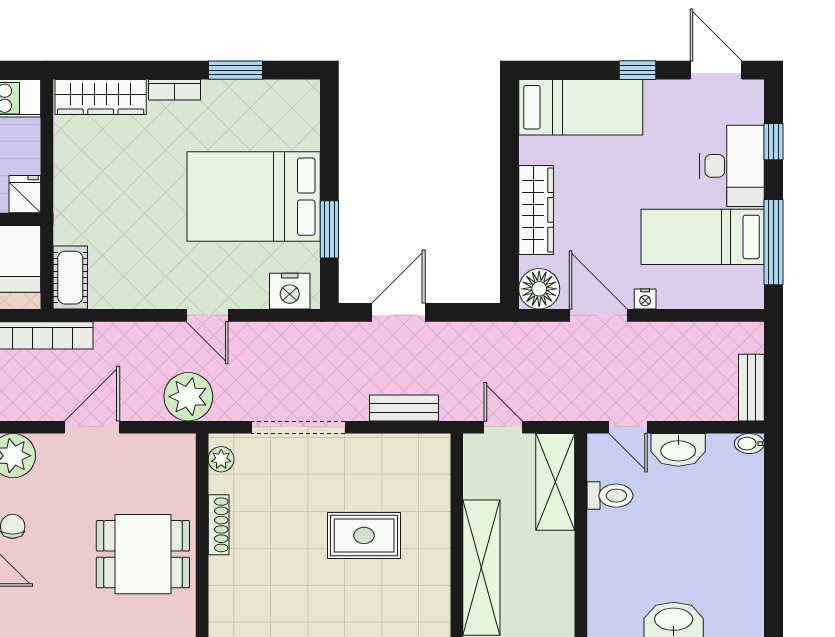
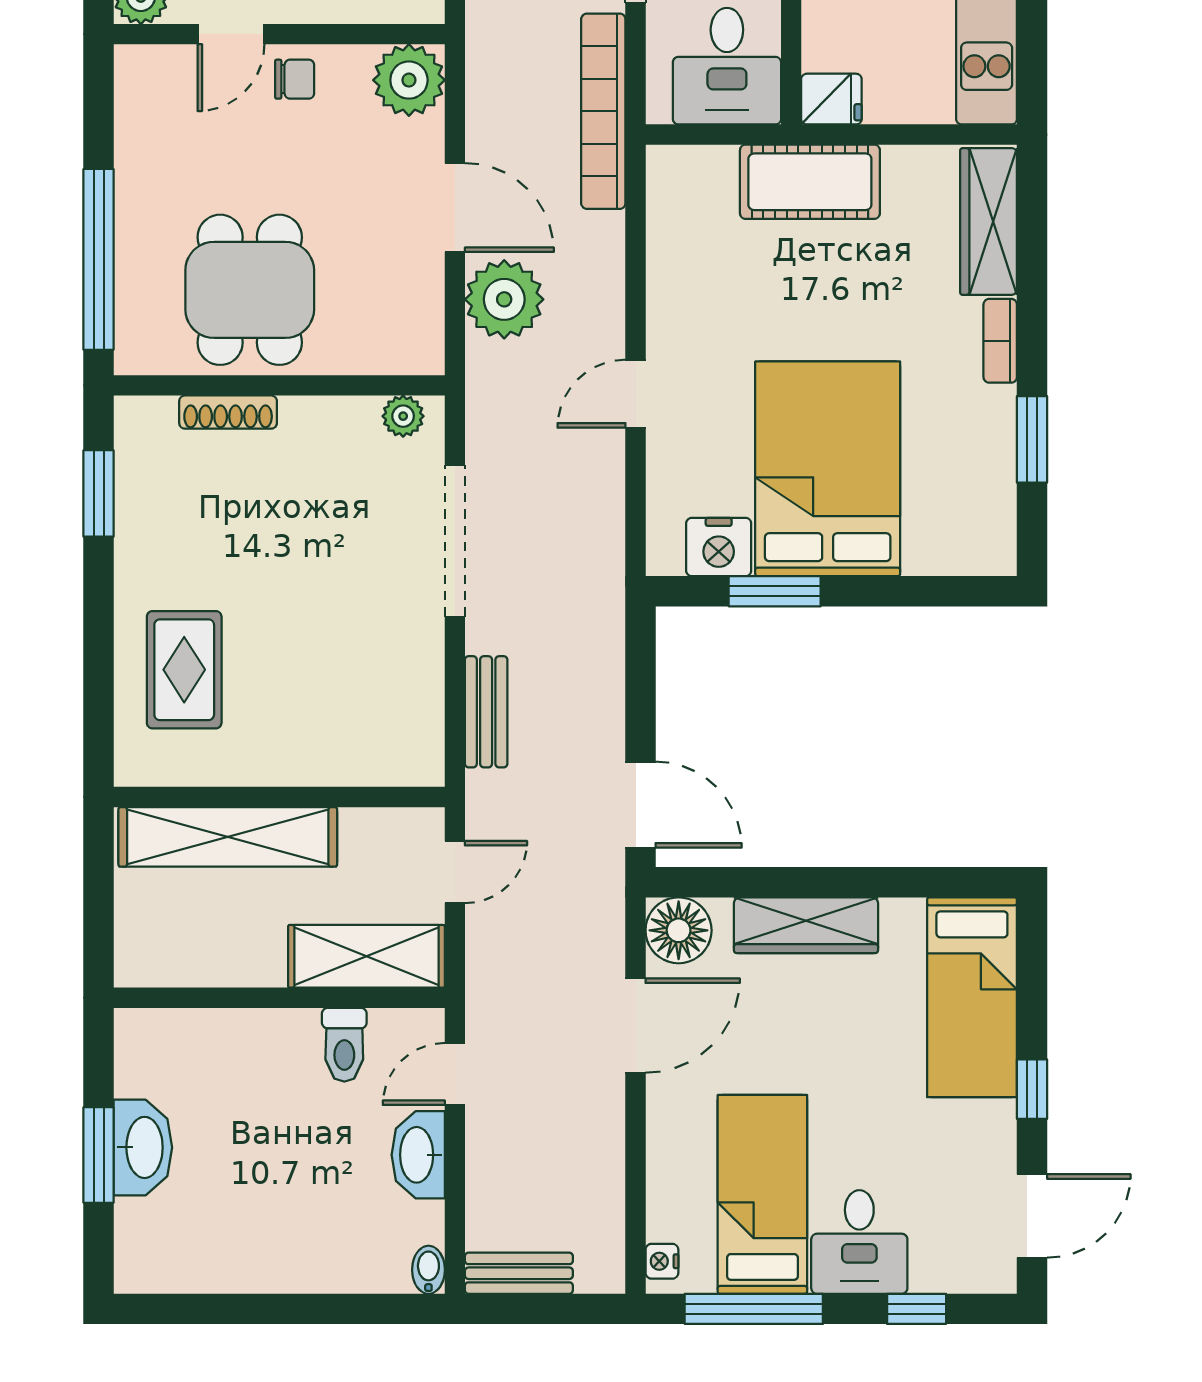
desk: (732, 166) -> (859, 1242), width x0.73
cot: (70, 278) -> (810, 182), moved, width x1.37, depth x1.34
nightstand: (290, 291) -> (719, 547), moved, turned -90
nightstand: (645, 299) -> (662, 1261), moved
door: (398, 312) -> (641, 805), moved
plant: (188, 397) -> (504, 299), moved
shoe rack: (219, 525) -> (228, 412), moved
rug: (364, 535) -> (184, 670), moved

